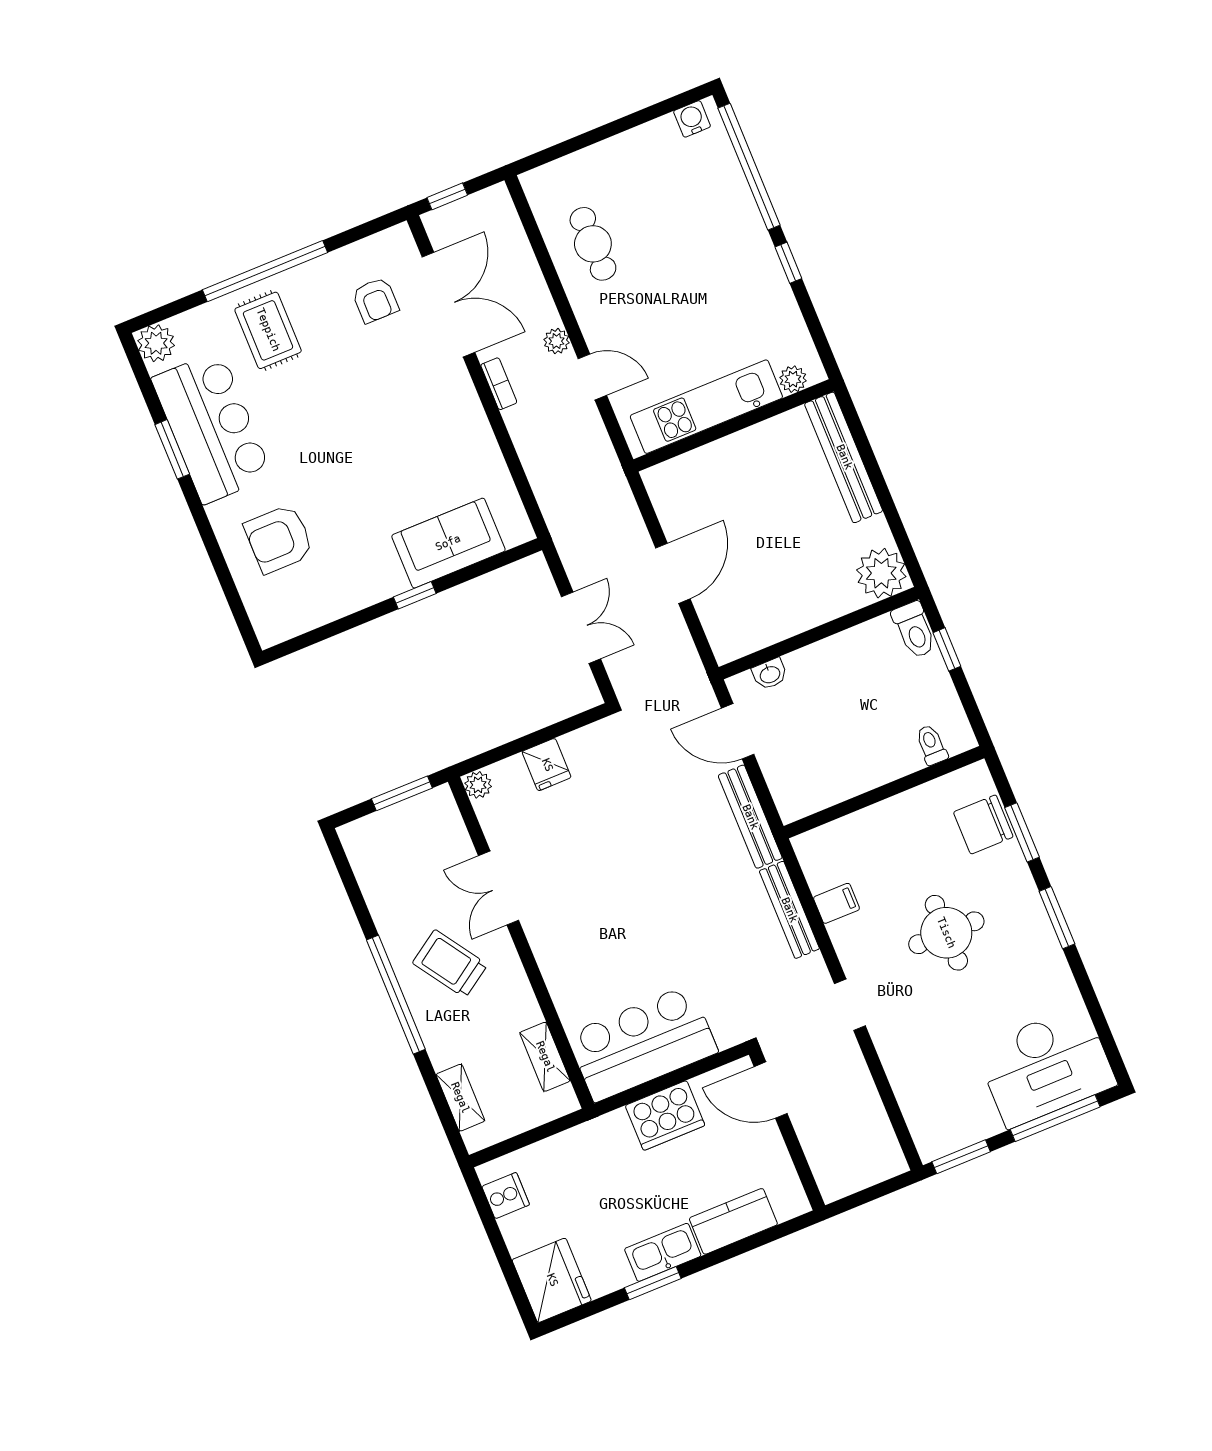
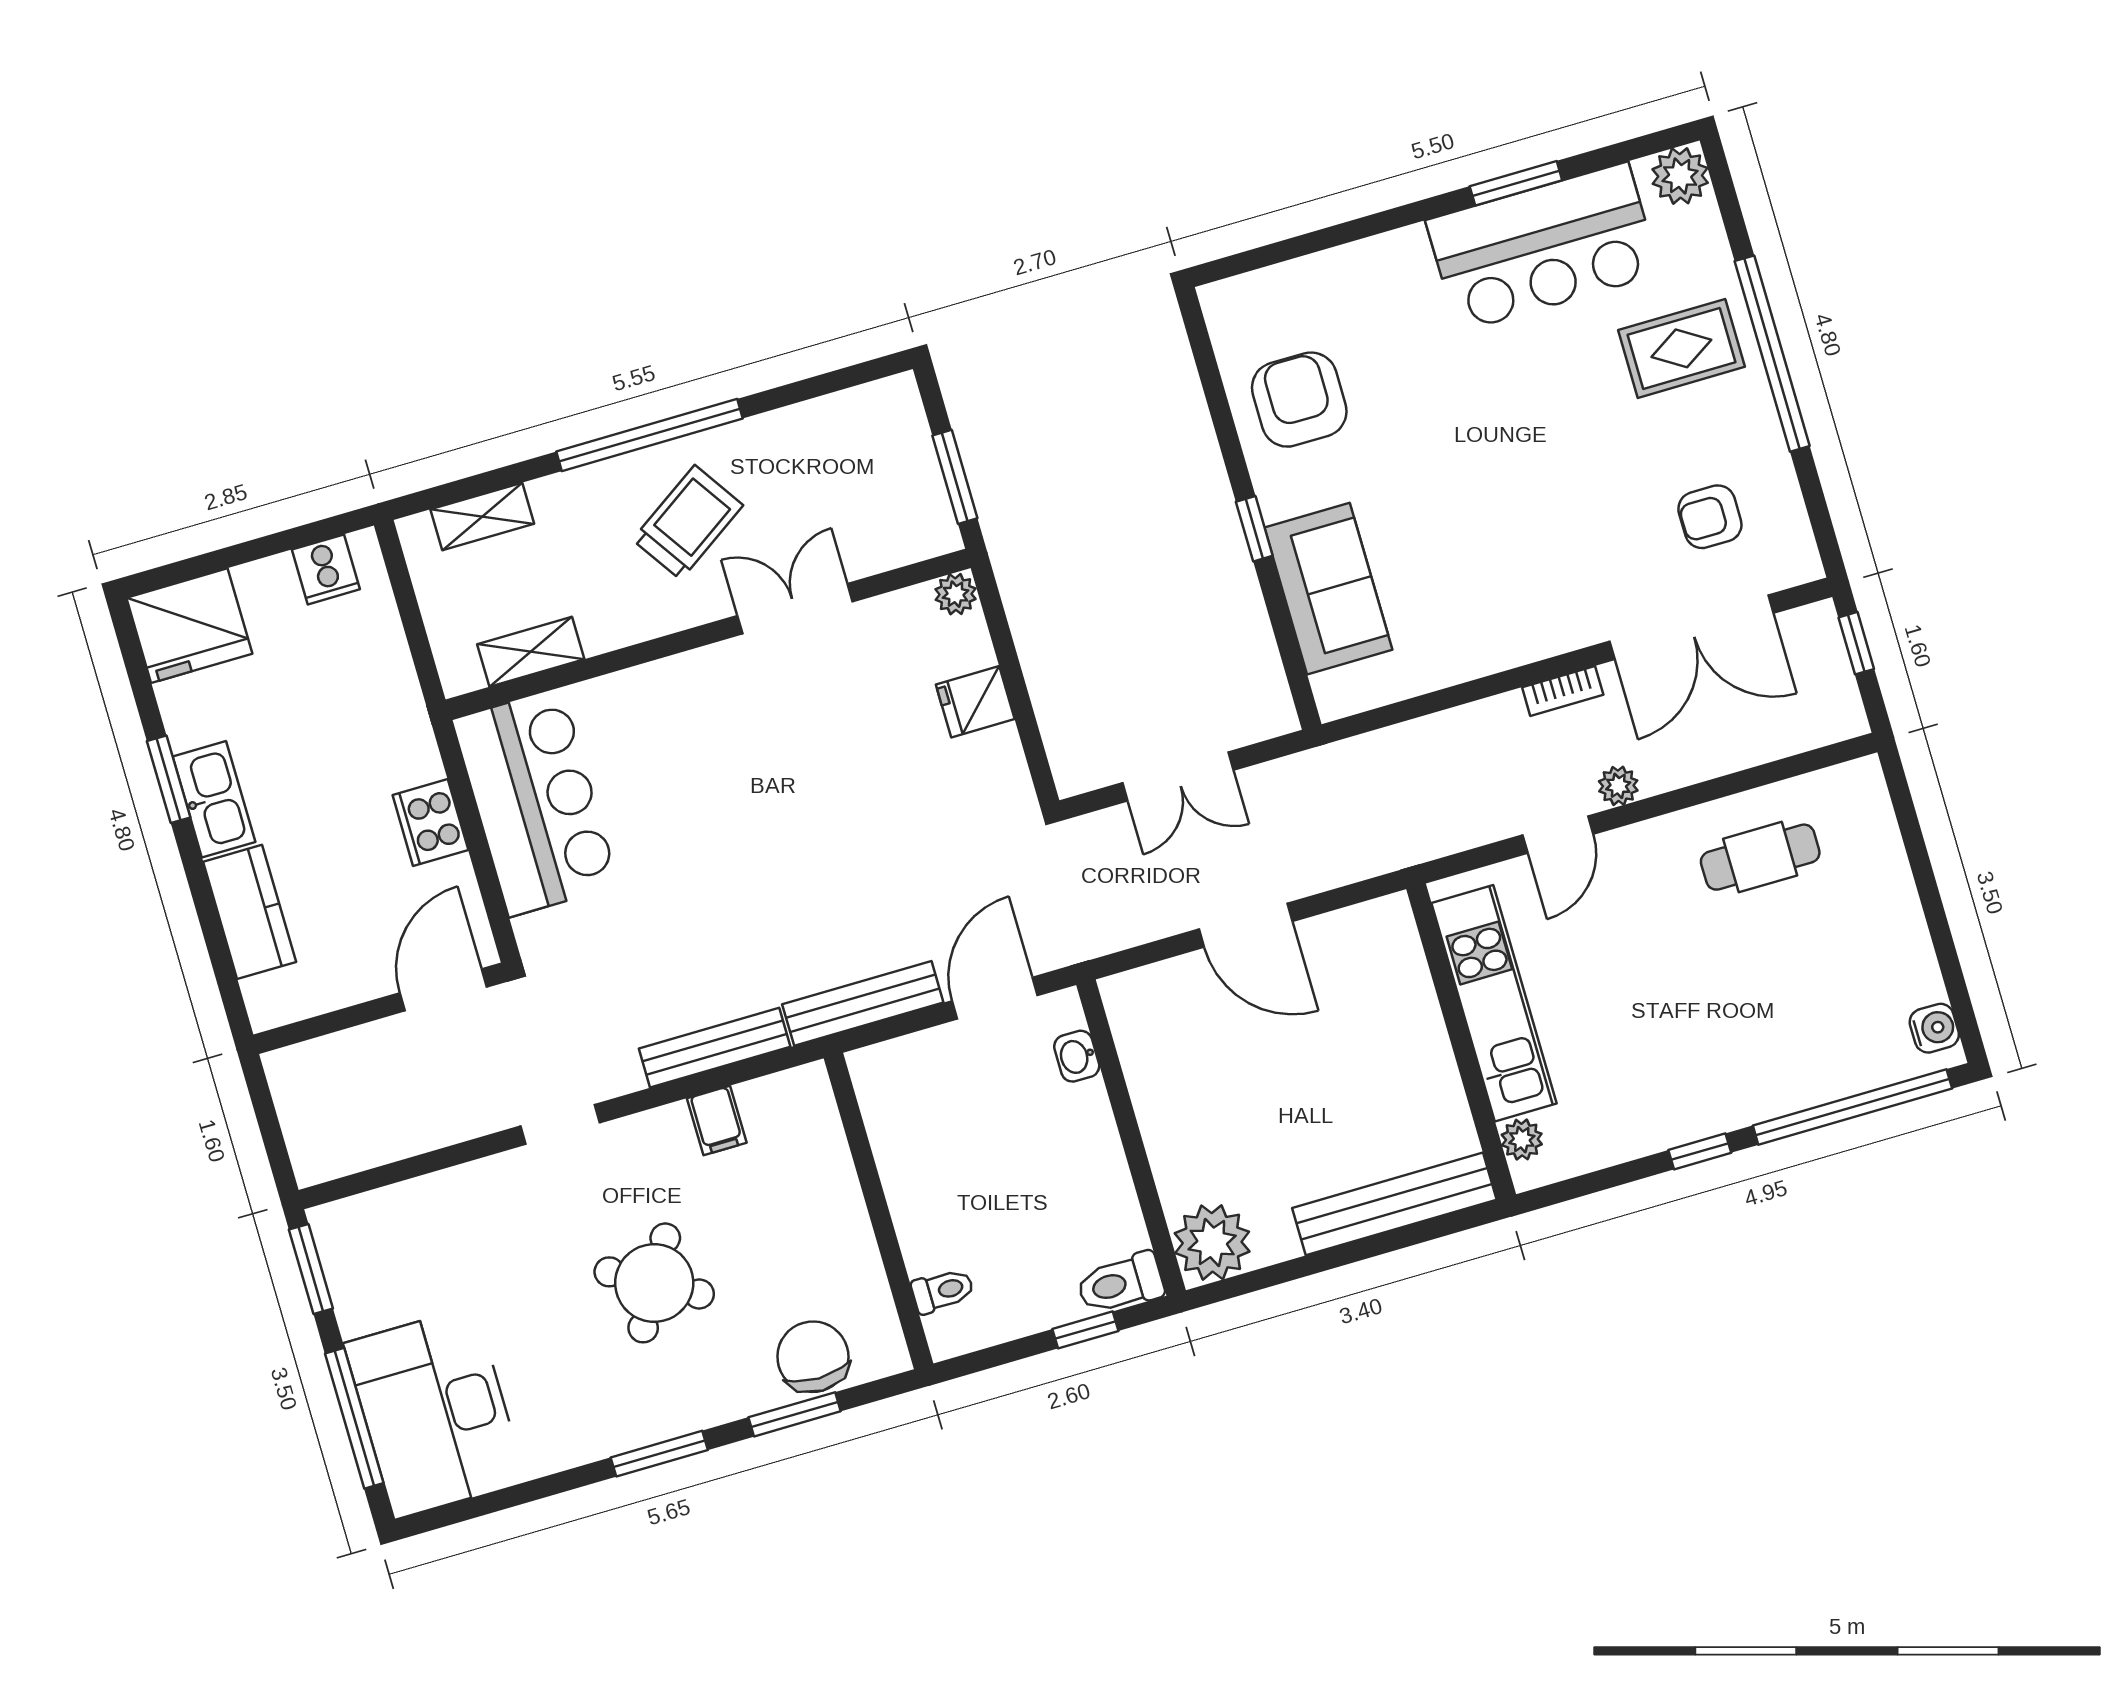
armchair: (279, 539) -> (1299, 400), moved
round table: (946, 933) -> (654, 1283), turned 30
cooker: (665, 1115) -> (430, 823), width x0.73, depth x0.76

